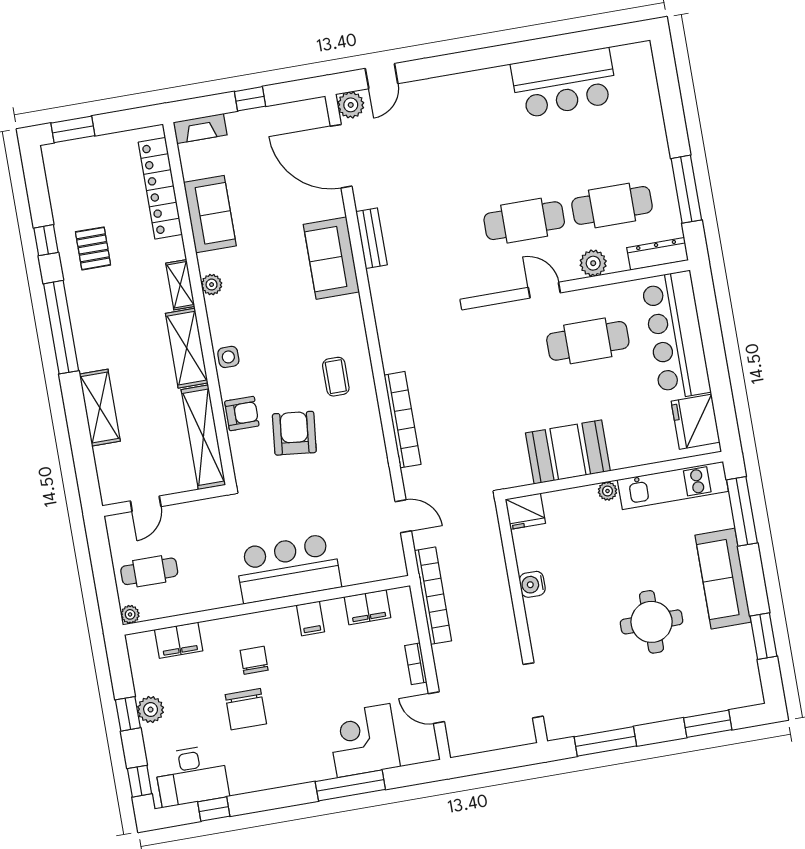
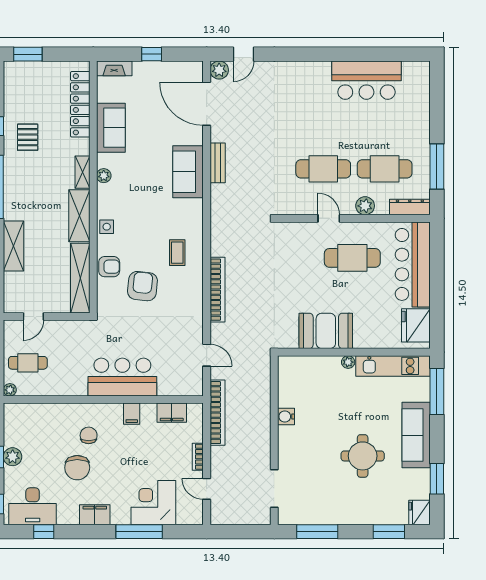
fridge: (525, 511) -> (420, 513), moved, turned 90
filing cabinet: (179, 640) -> (95, 515), moved, turned 180

